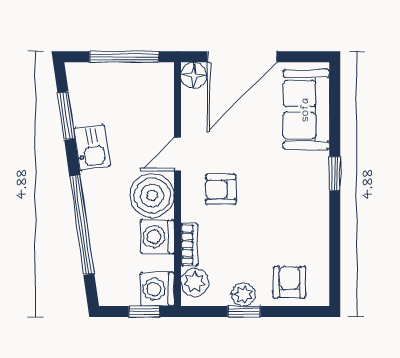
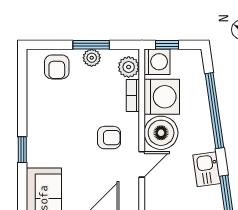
washing machine: (157, 237) -> (162, 97), width x1.37, depth x1.37
window: (244, 311) -> (91, 45), width x1.50

